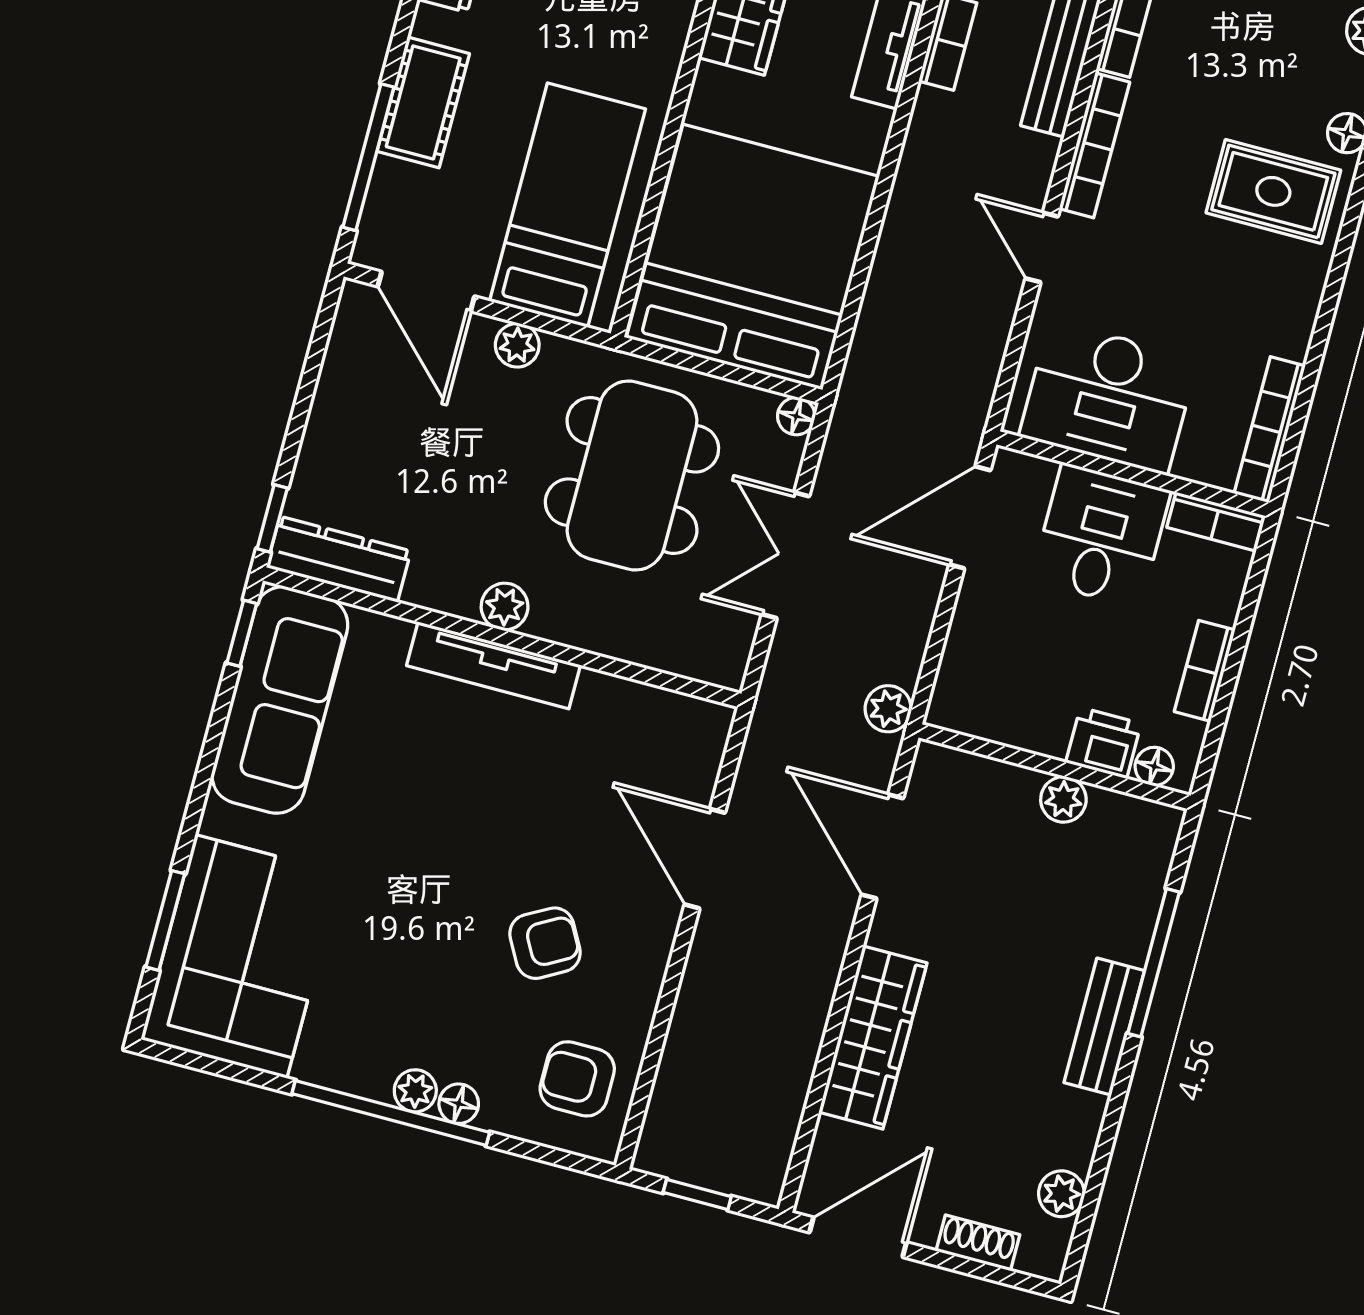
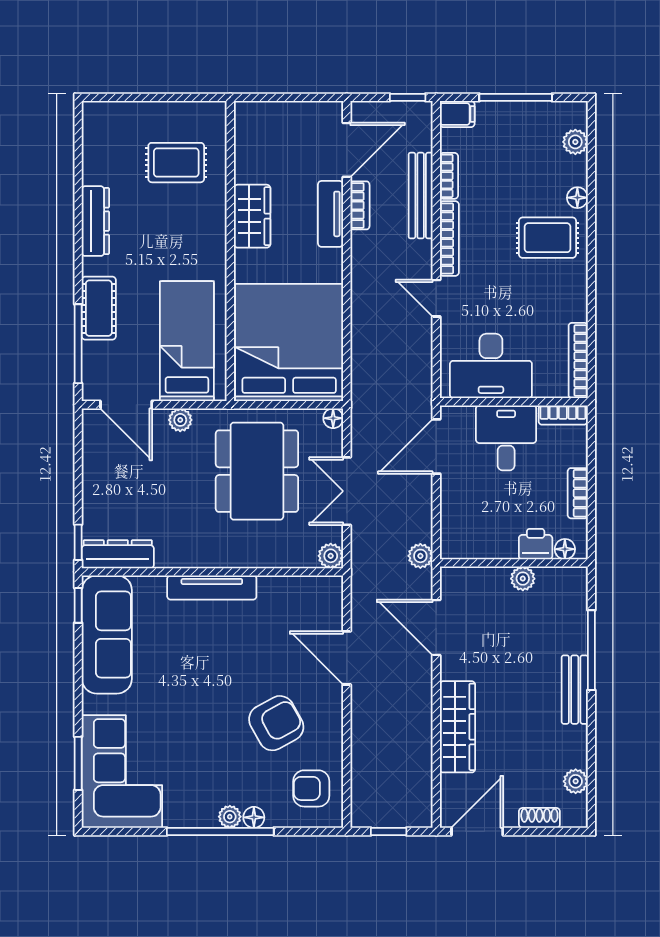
plant: (505, 607) -> (331, 556), moved
armchair: (545, 943) -> (276, 723), width x1.38, depth x1.38

